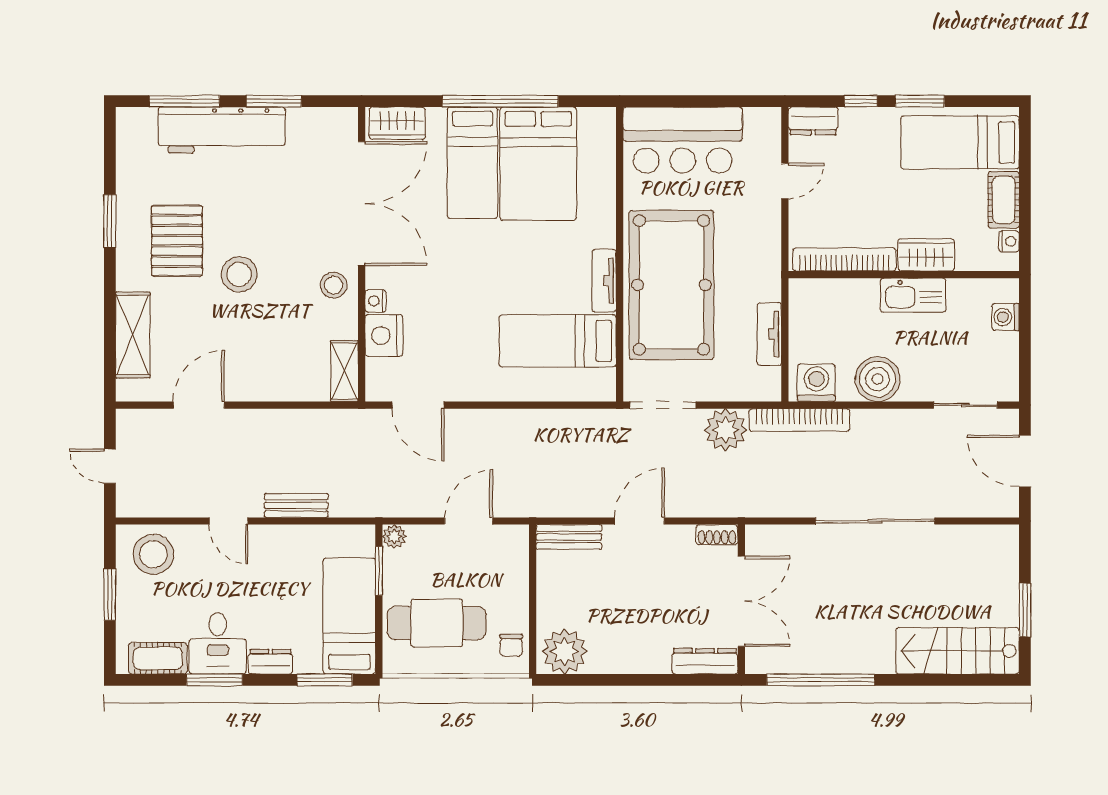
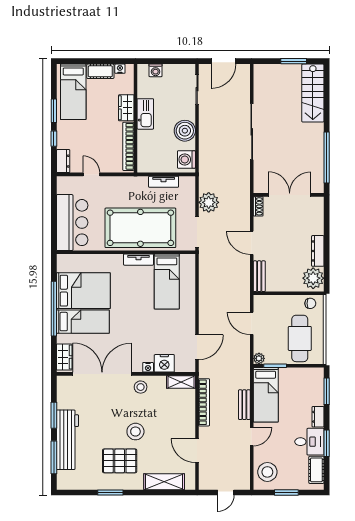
bookcase: (799, 420) -> (204, 402), moved
bed: (349, 616) -> (266, 395), moved, turned -90
dresser: (705, 661) -> (318, 251), moved

